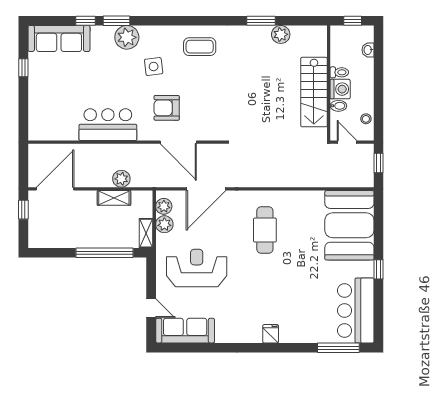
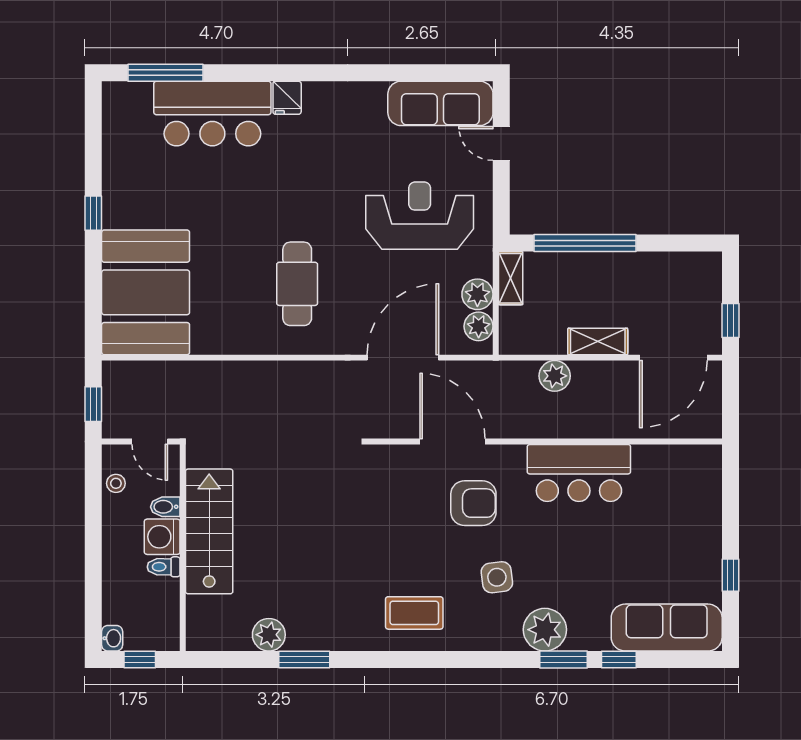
washbasin: (368, 50) -> (112, 638), moved
shelving: (114, 198) -> (598, 341), moved
reception desk: (197, 268) -> (420, 216), turned 180
bar counter: (356, 310) -> (212, 114), moved, turned 90

